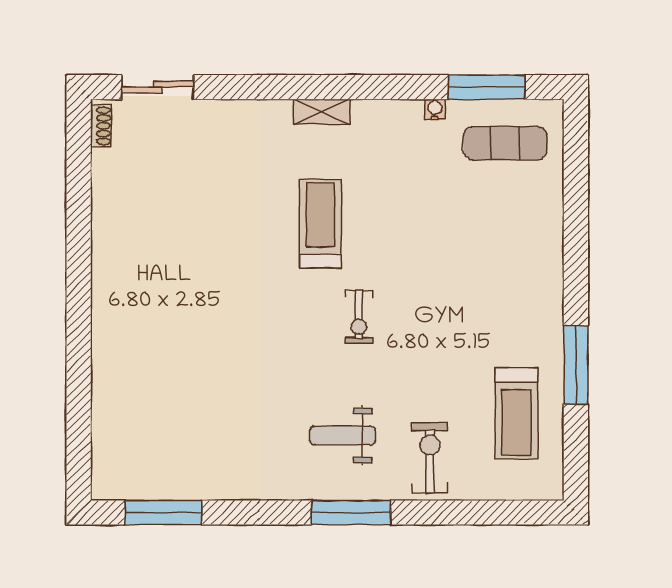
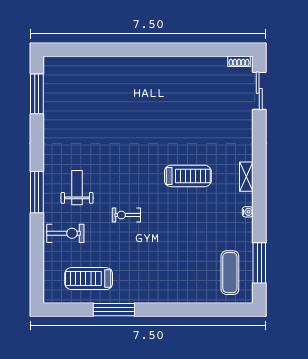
water cooler: (435, 109) -> (248, 212), moved
exercise bike: (359, 317) -> (126, 215), moved

